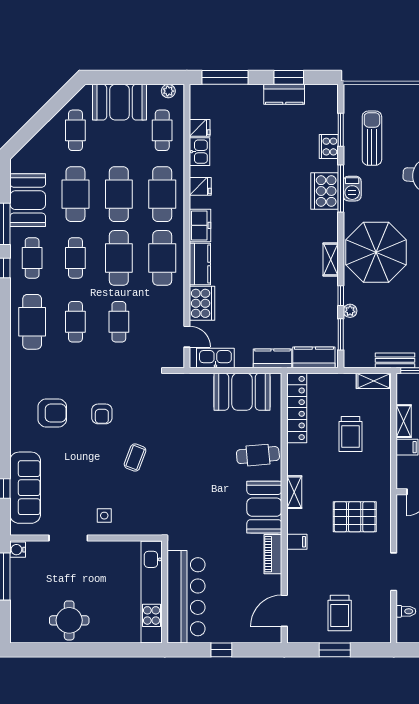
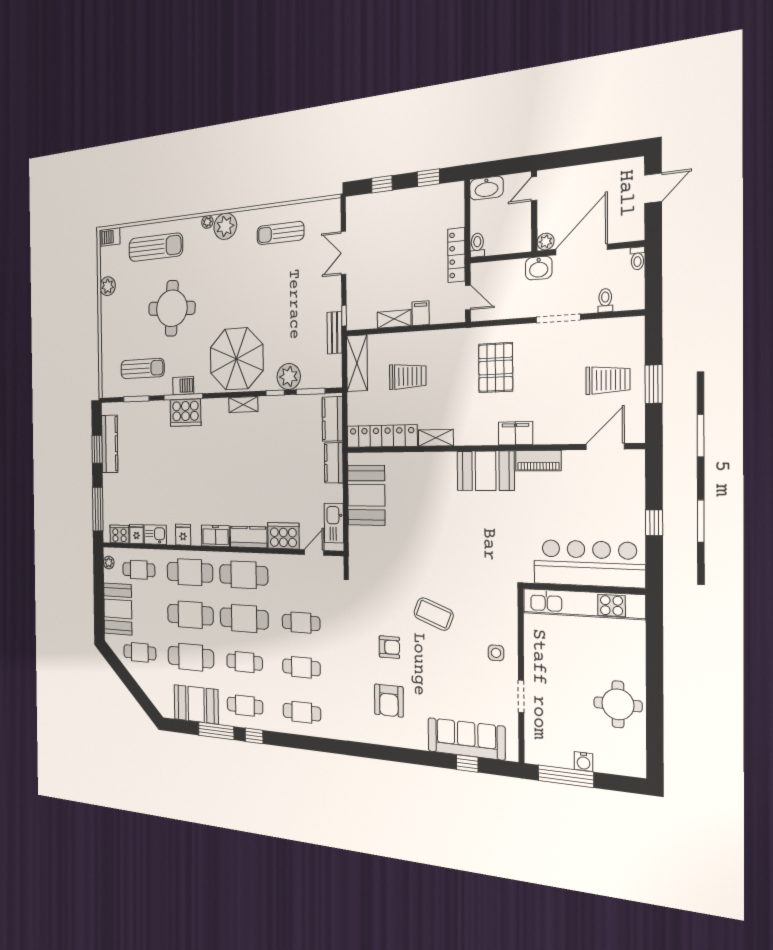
kitchen counter: (284, 94) -> (110, 444), width x1.50
sun lounger: (372, 138) -> (143, 369), turned 180
cooker: (329, 147) -> (119, 534), moved, turned 180
plant: (350, 311) -> (289, 377), width x1.88, depth x1.88
cafe table: (32, 322) -> (302, 712), width x0.73, depth x0.74
shelving: (374, 381) -> (357, 363), width x1.50, depth x1.33
armchair: (52, 413) -> (389, 701), turned 180
cafe table: (258, 455) -> (430, 478), removed
coffee table: (135, 458) -> (434, 614), width x1.36, depth x1.30
shelving: (294, 492) -> (436, 438), moved
doorway: (68, 538) -> (521, 696), width x0.73
filing cabinet: (297, 542) -> (515, 433), width x2.00
water cooler: (18, 550) -> (584, 762), moved
door: (284, 611) -> (605, 447), swing flipped

